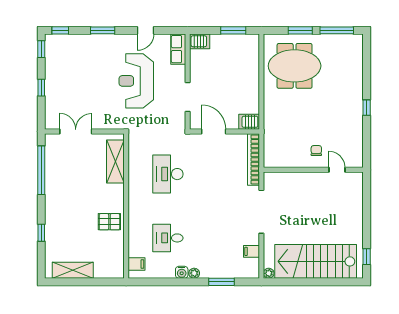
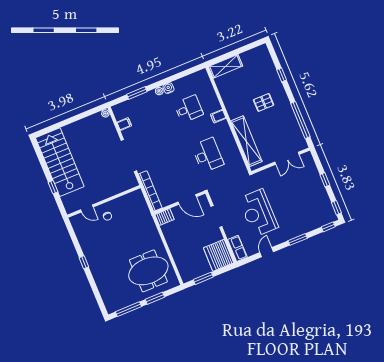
server rack: (200, 41) -> (219, 255), width x2.18, depth x1.44
reception desk: (136, 81) -> (258, 213), turned 180
shelving: (115, 161) -> (246, 141), width x1.47
pallet: (109, 222) -> (264, 102), moved
window: (367, 257) -> (53, 187), moved
stairs: (316, 261) -> (60, 162), moved, turned -90
filing cabinet: (137, 264) -> (218, 116), moved
shelving: (73, 270) -> (226, 66), moved

